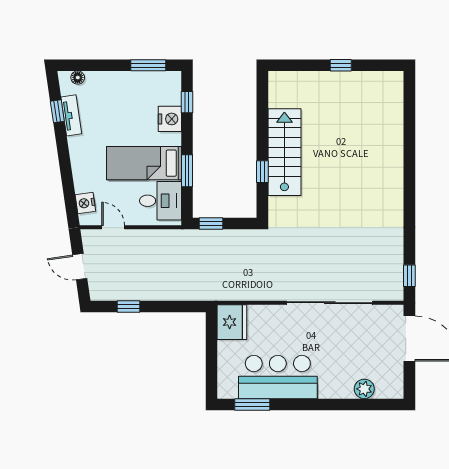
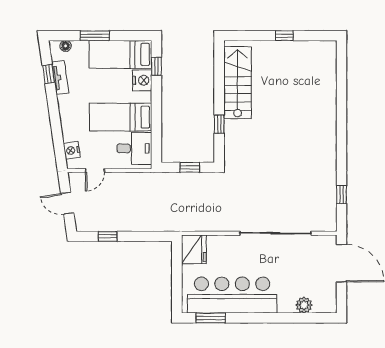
window: (148, 65) -> (95, 36), moved
bed: (144, 88) -> (120, 54), added
stairs: (284, 152) -> (238, 83), moved
window: (187, 171) -> (156, 123), removed
window: (211, 224) -> (190, 167), moved
door: (113, 227) -> (95, 171), swing flipped
window: (409, 276) -> (342, 195), moved
bar counter: (278, 377) -> (232, 295), width x1.36

